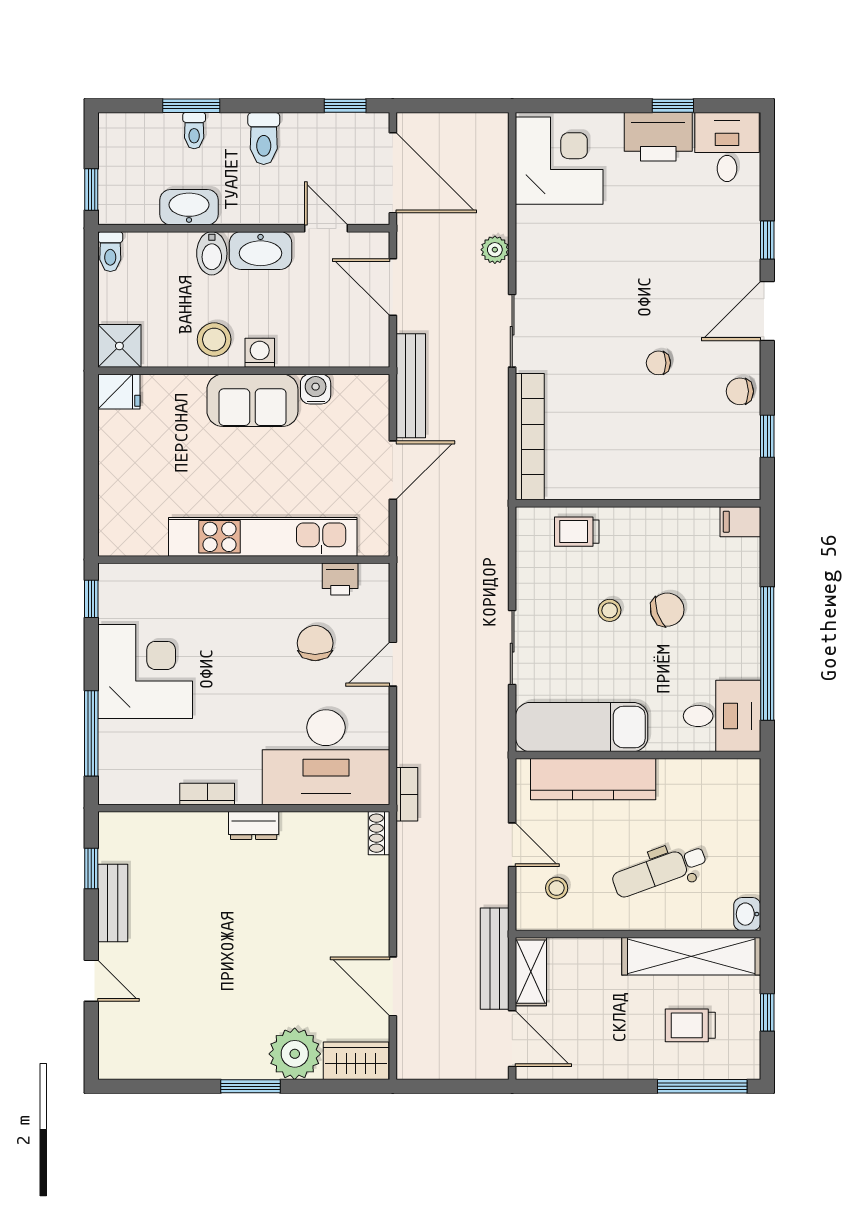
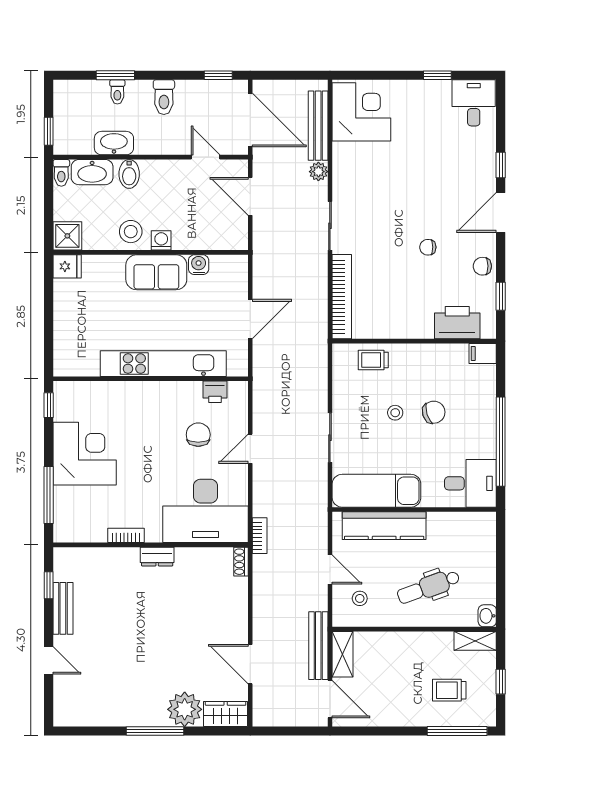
printer: (658, 137) -> (457, 323), moved, turned 180
washbasin: (261, 251) -> (92, 172), moved
bench: (411, 386) -> (318, 126), moved
shelving: (691, 956) -> (475, 641), width x0.45, depth x0.75
window: (251, 1086) -> (155, 731), width x1.44

